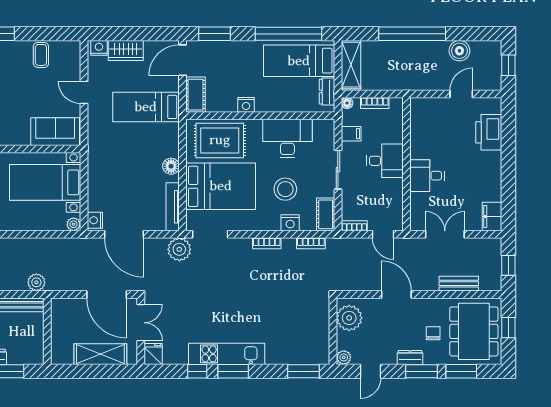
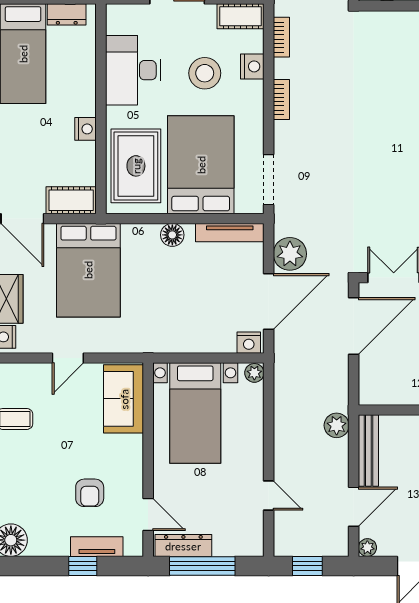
bed: (146, 107) -> (88, 270), width x1.50
plant: (179, 249) -> (290, 254), moved

